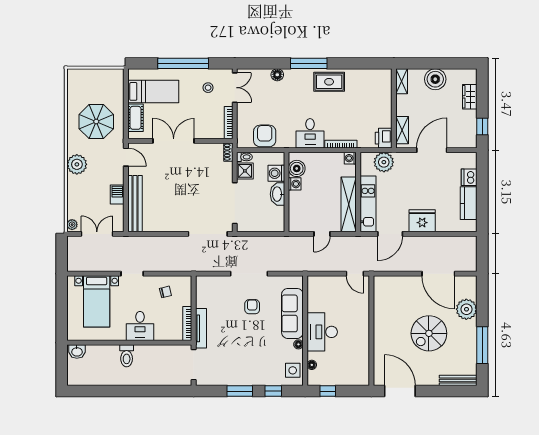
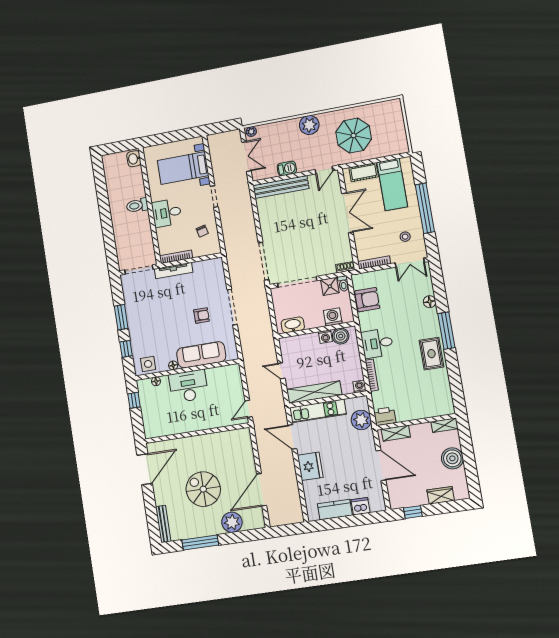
washbasin: (278, 194) -> (293, 325), moved

